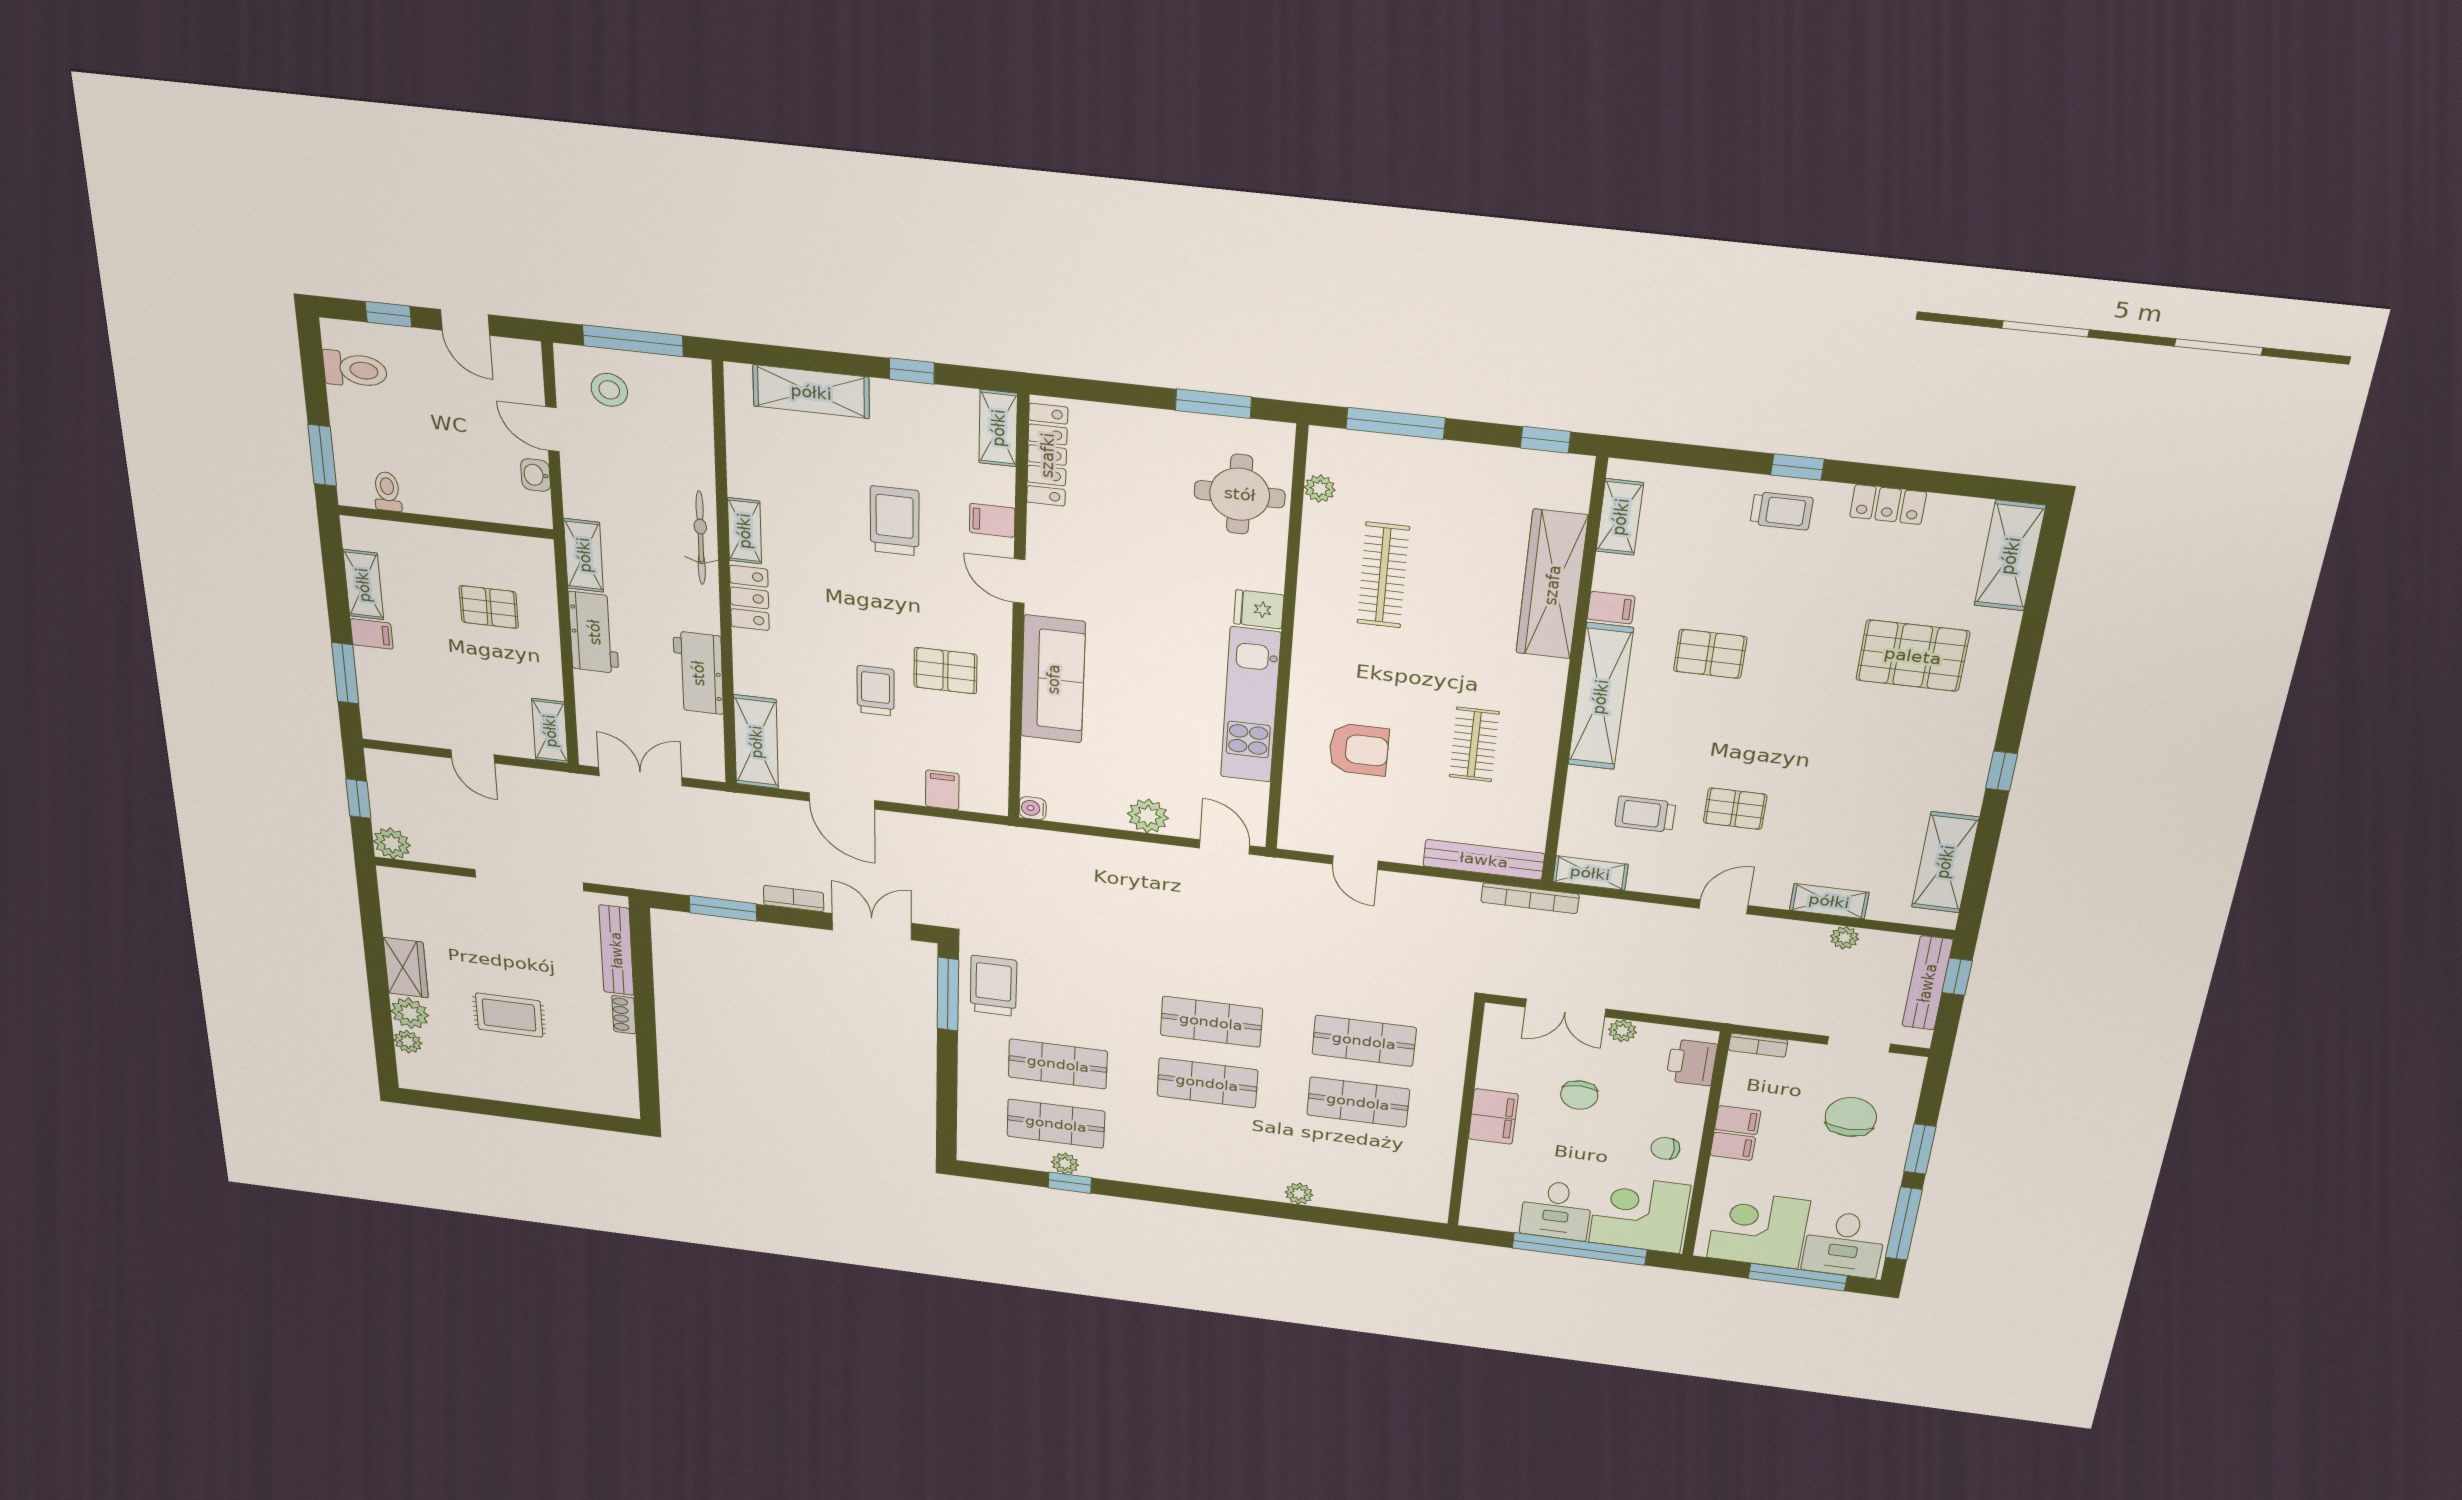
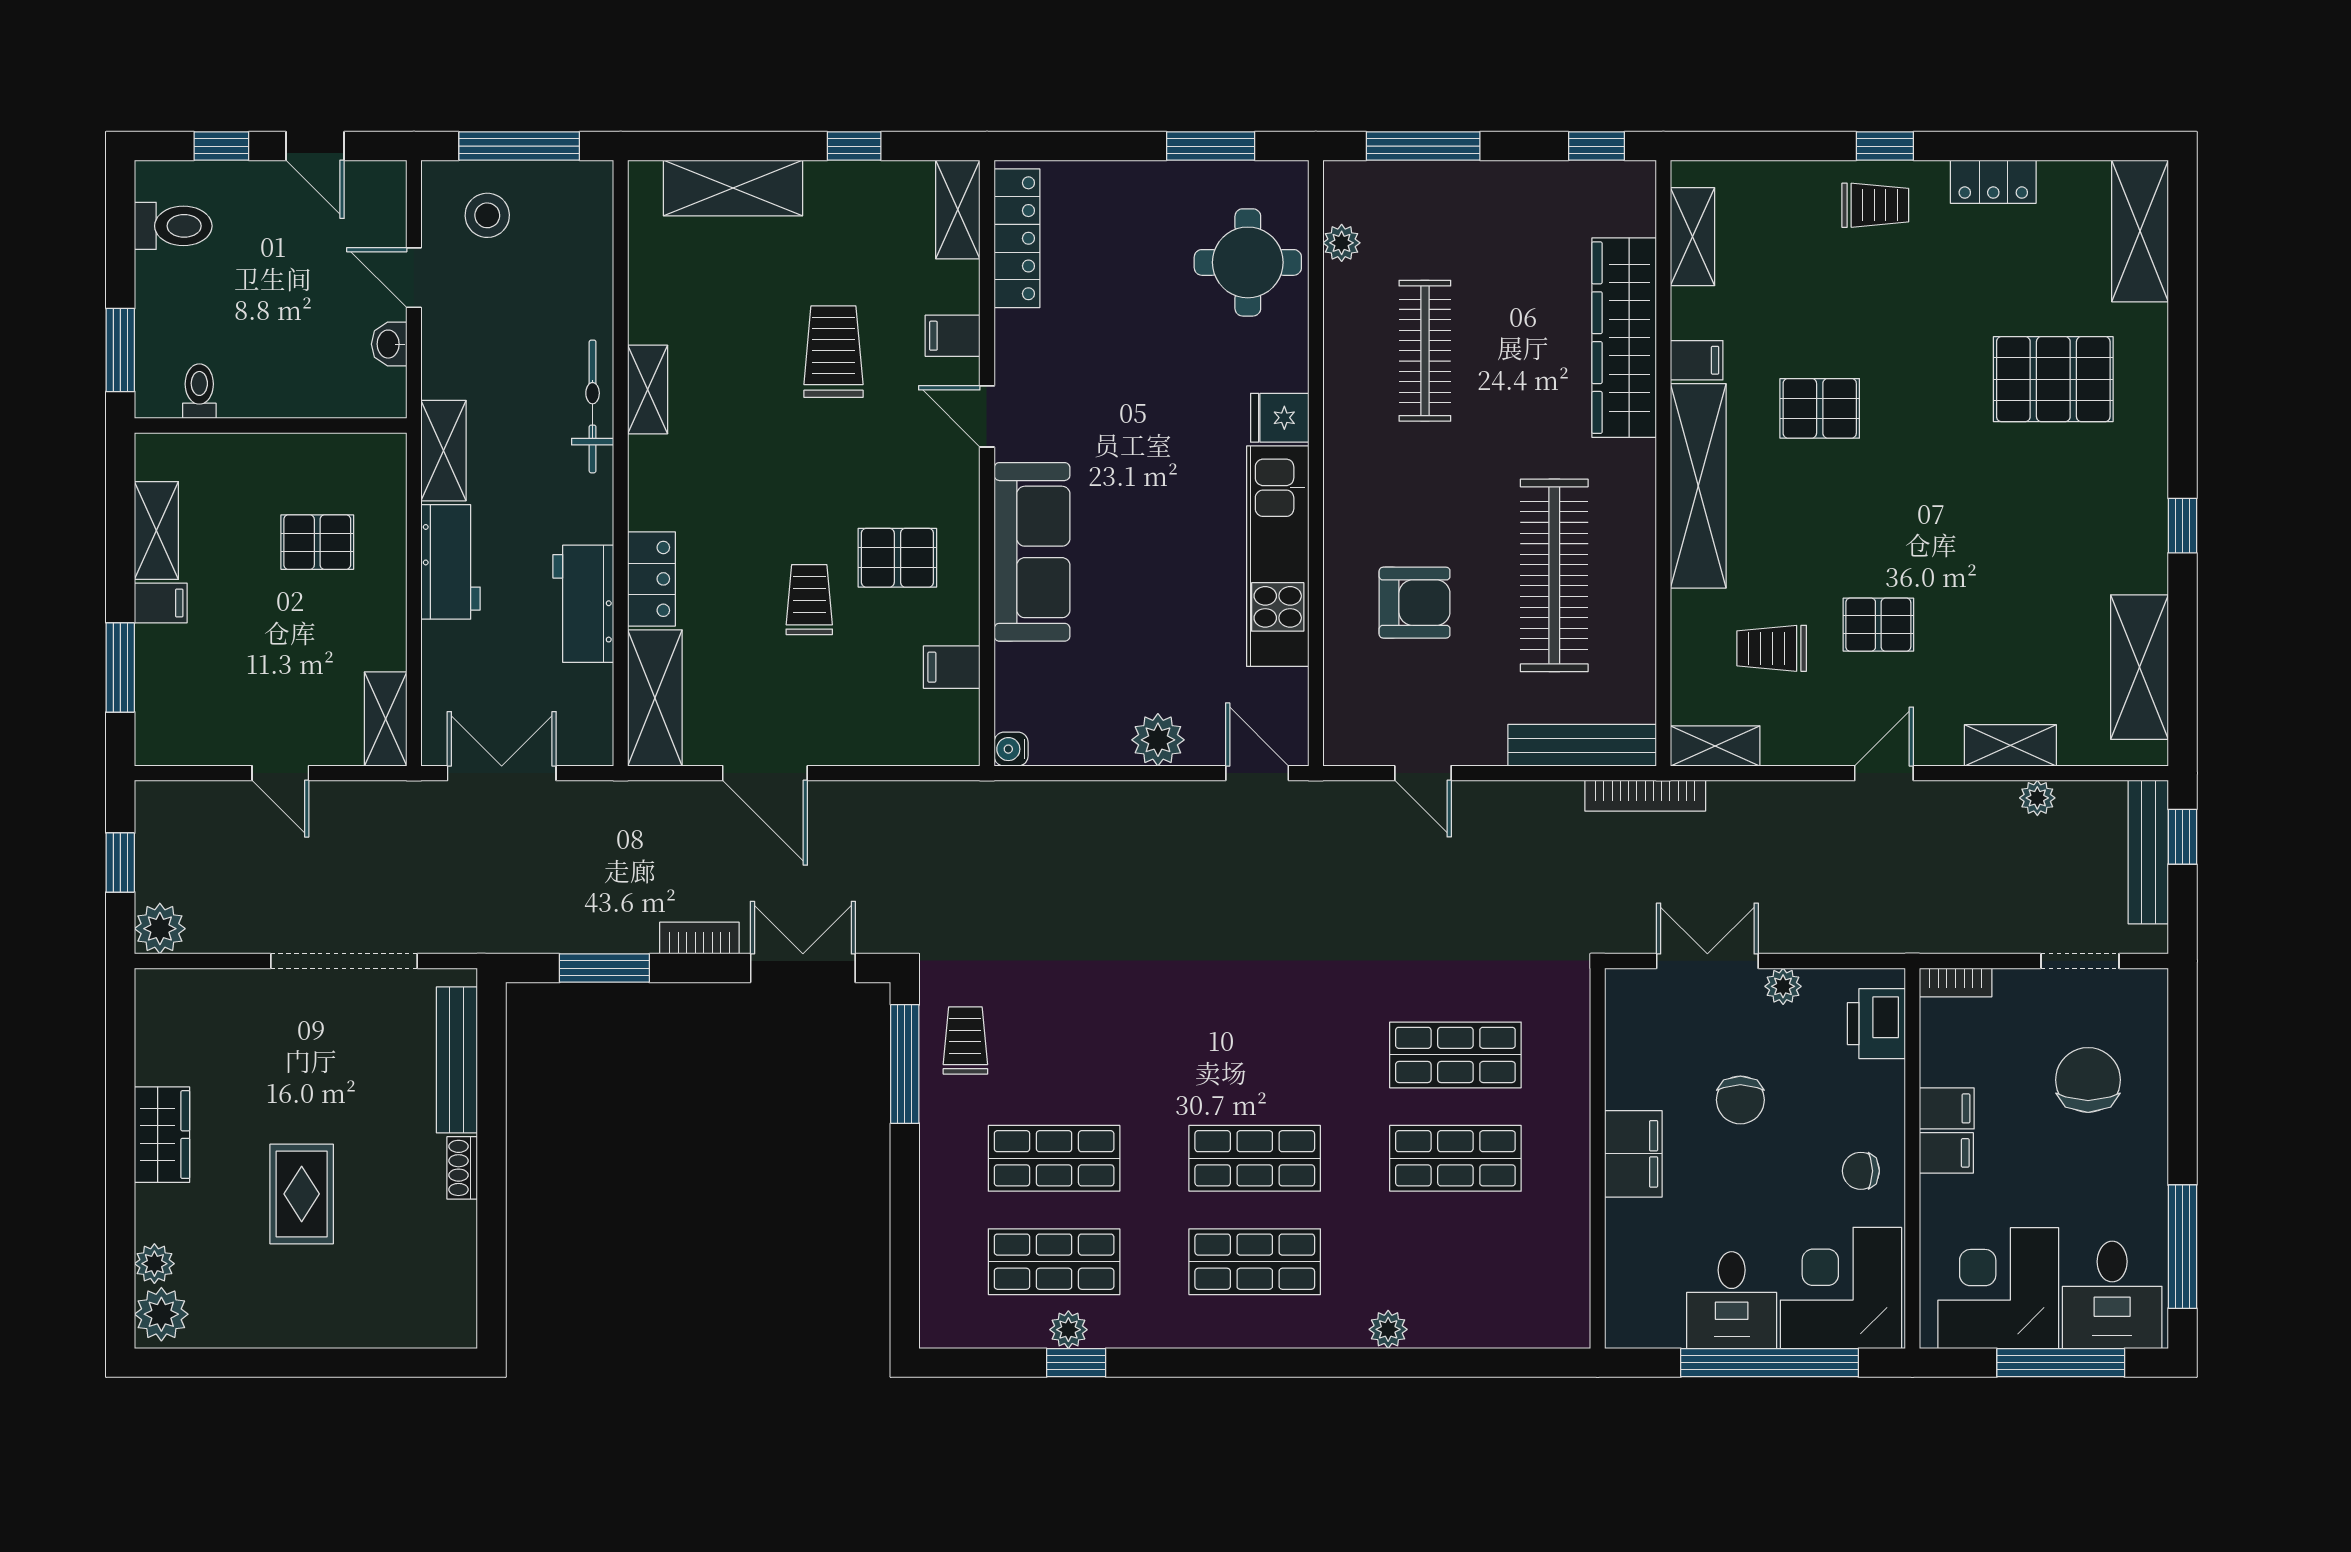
locker: (749, 598) -> (651, 579), moved
clothes rail: (1474, 744) -> (1554, 575), width x1.86, depth x1.31
filing cabinet: (942, 790) -> (952, 667), moved, turned -90
trolley: (993, 986) -> (965, 1040), width x0.73, depth x0.72
double door: (1565, 1008) -> (1707, 961), swing flipped
plant: (410, 1013) -> (161, 1314), moved
rug: (509, 1015) -> (302, 1194), turned 90
shop shelf: (1211, 1022) -> (1255, 1262), moved
window: (1920, 1149) -> (2182, 1118), removed

